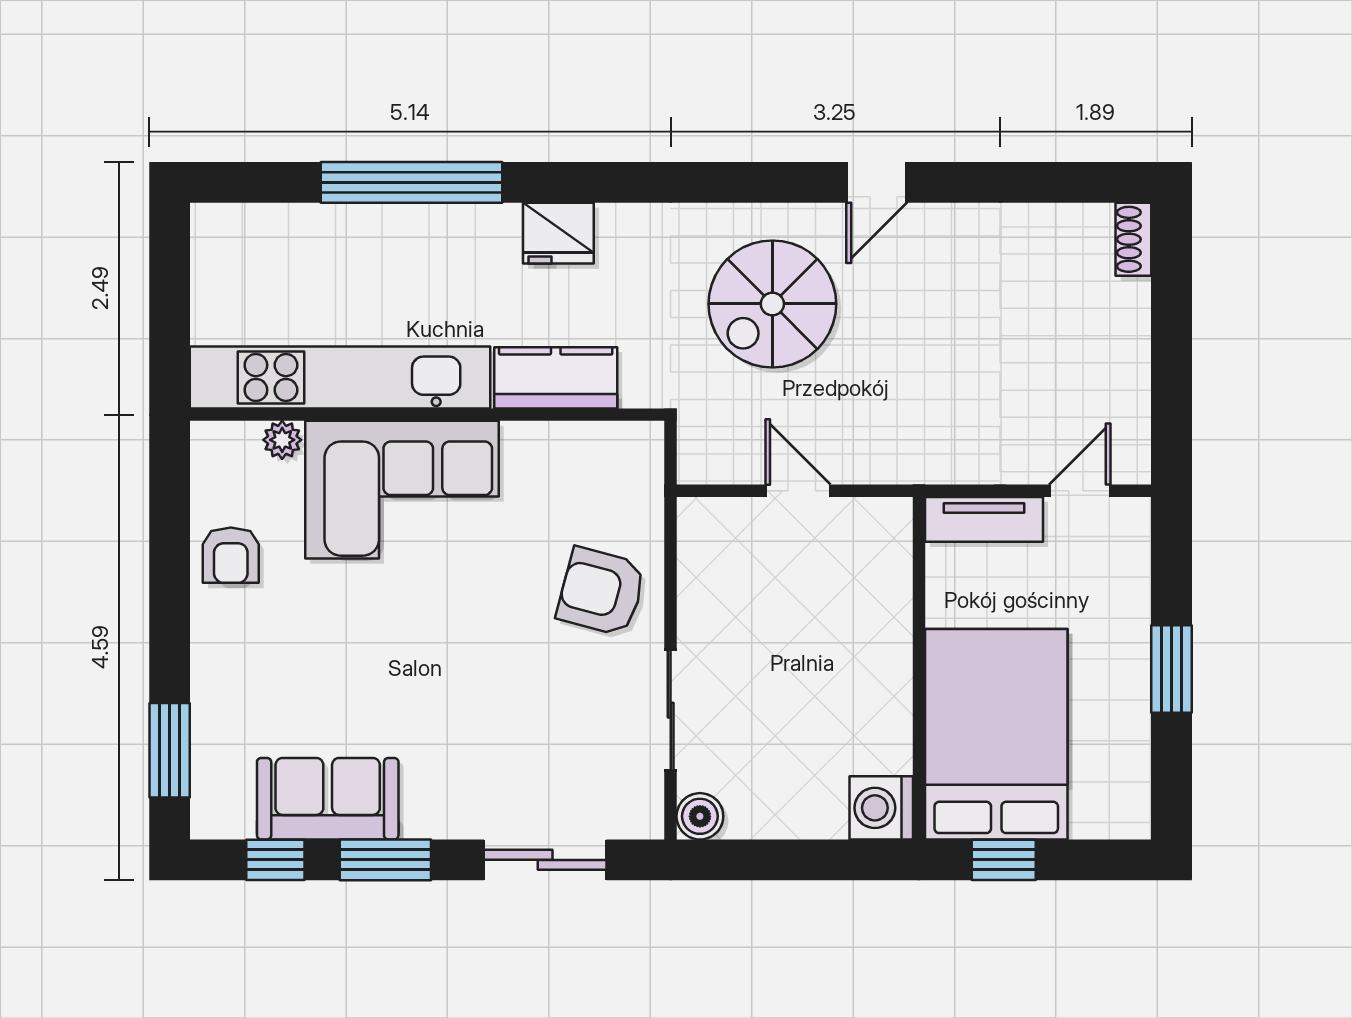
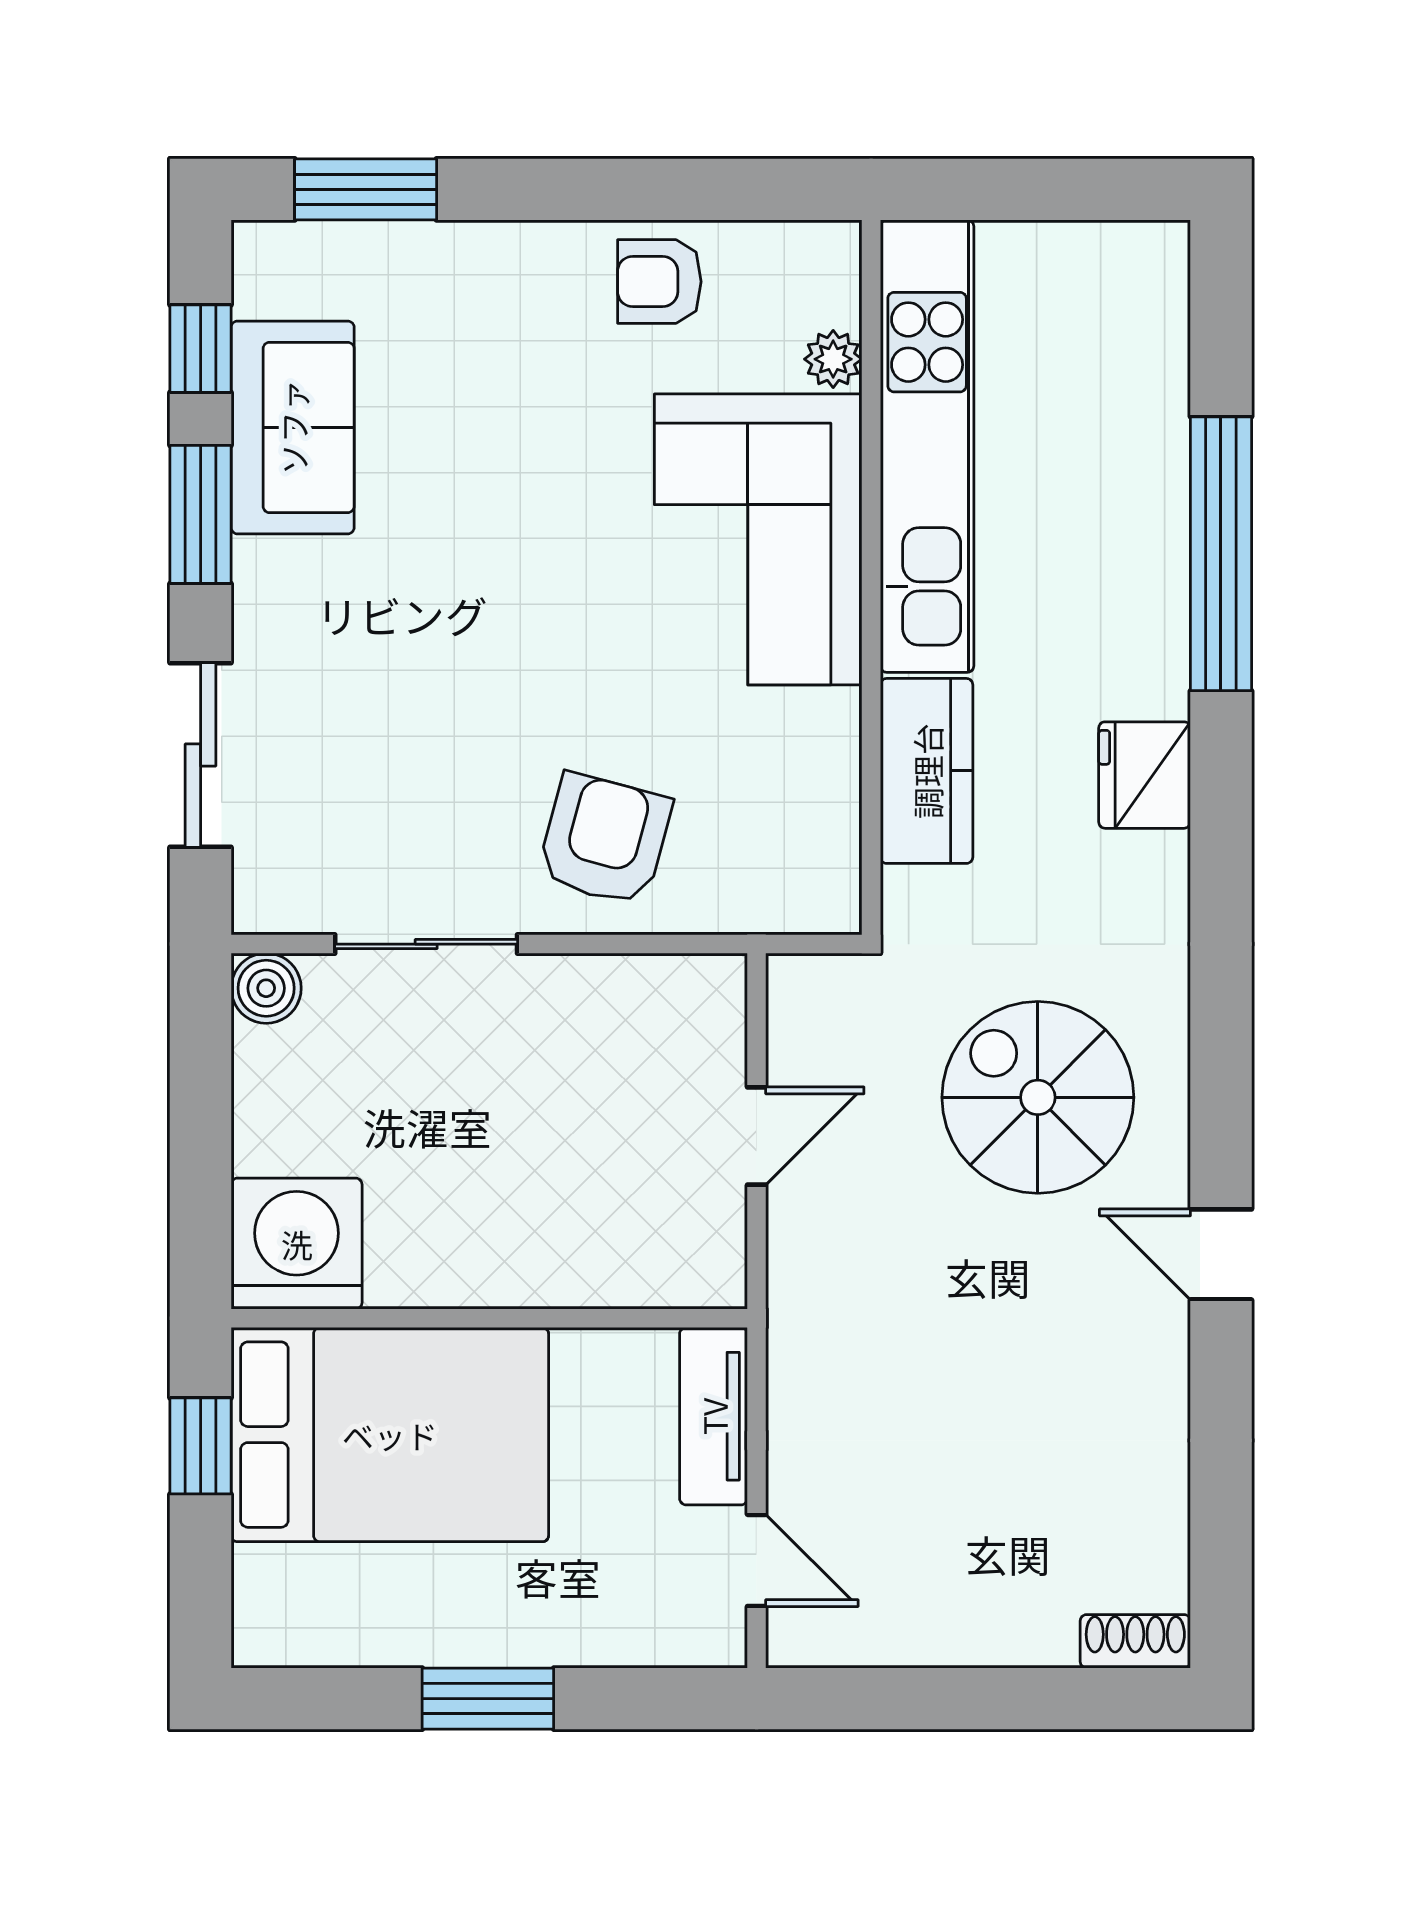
washing machine: (881, 808) -> (297, 1244), width x1.37, depth x1.37

